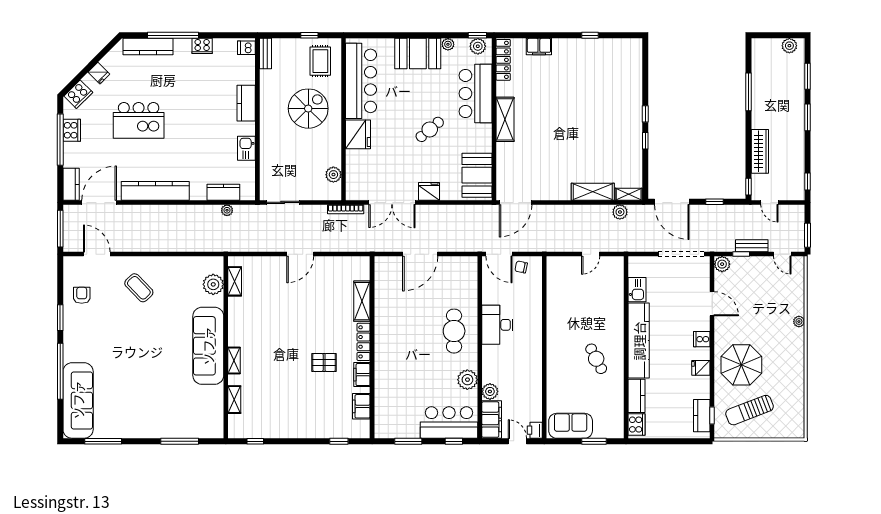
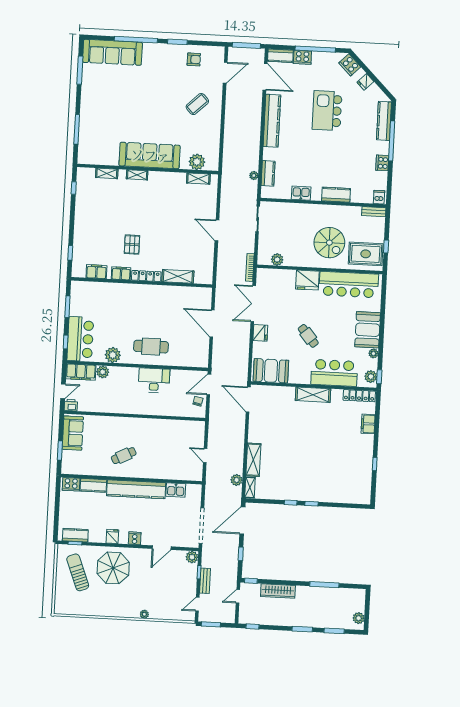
rug: (320, 61) -> (366, 254), width x1.36, depth x1.43
cooker: (72, 130) -> (302, 57), moved

